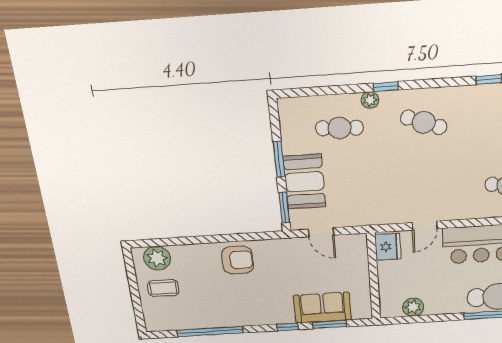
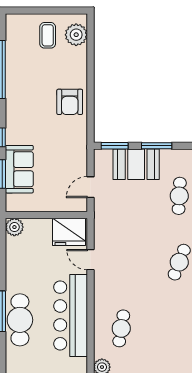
door: (321, 232) -> (90, 187), moved
fridge: (388, 247) -> (69, 232), width x1.36, depth x1.34
plant: (413, 307) -> (14, 227), moved

